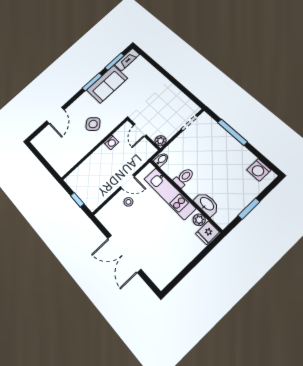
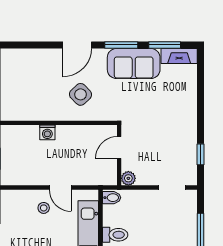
window: (187, 92) -> (200, 154), added
door: (55, 115) -> (77, 45), moved
washing machine: (111, 142) -> (47, 132), moved

